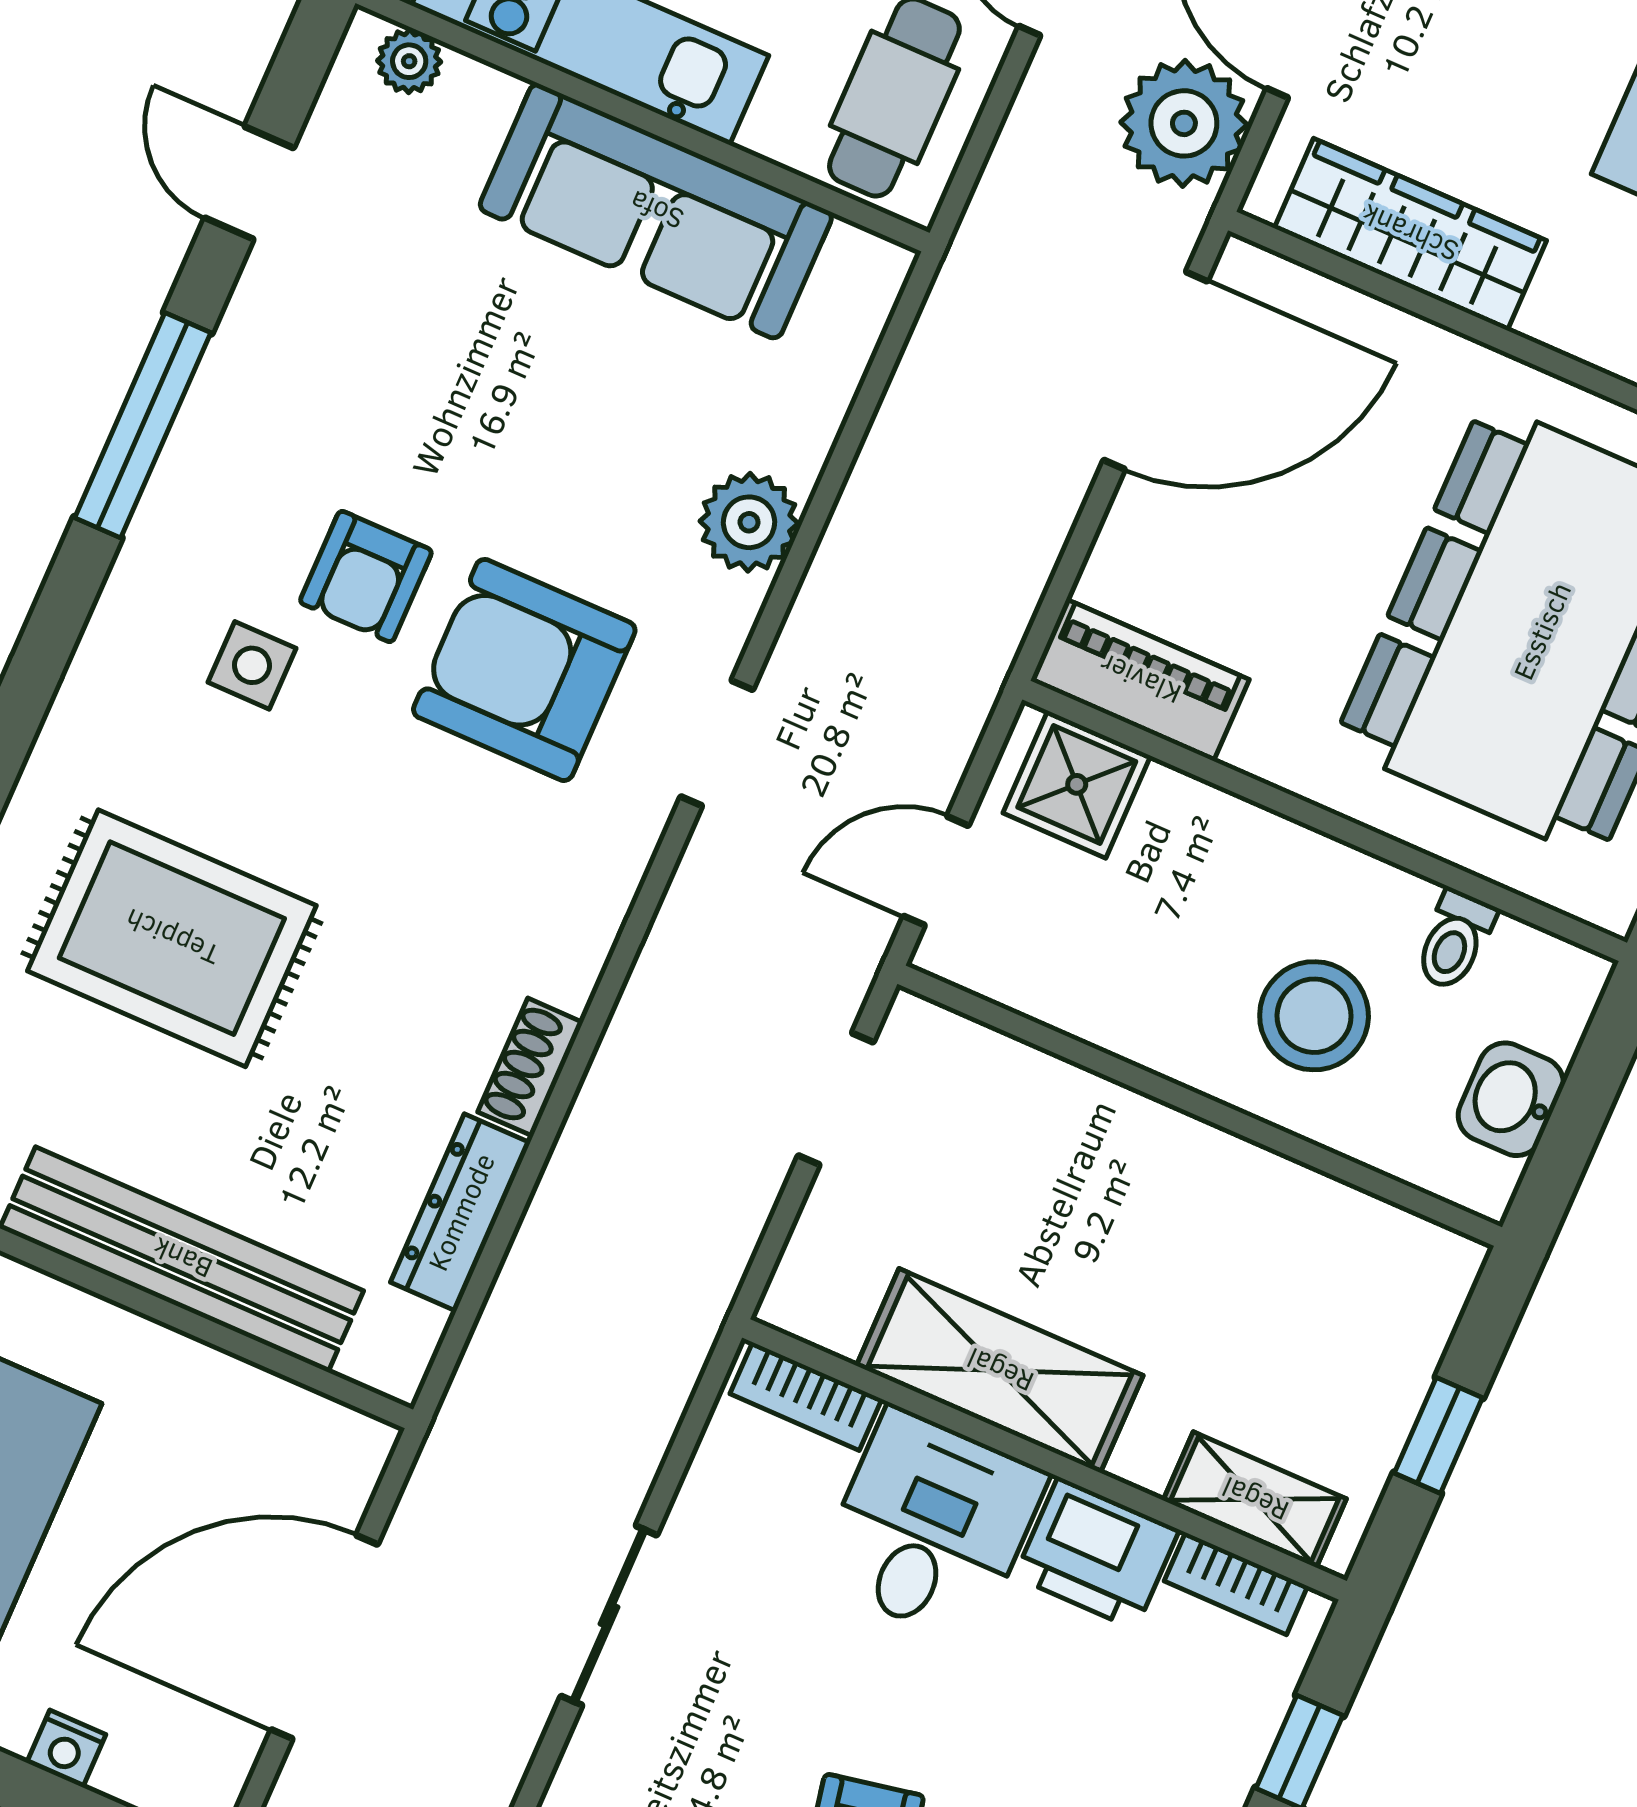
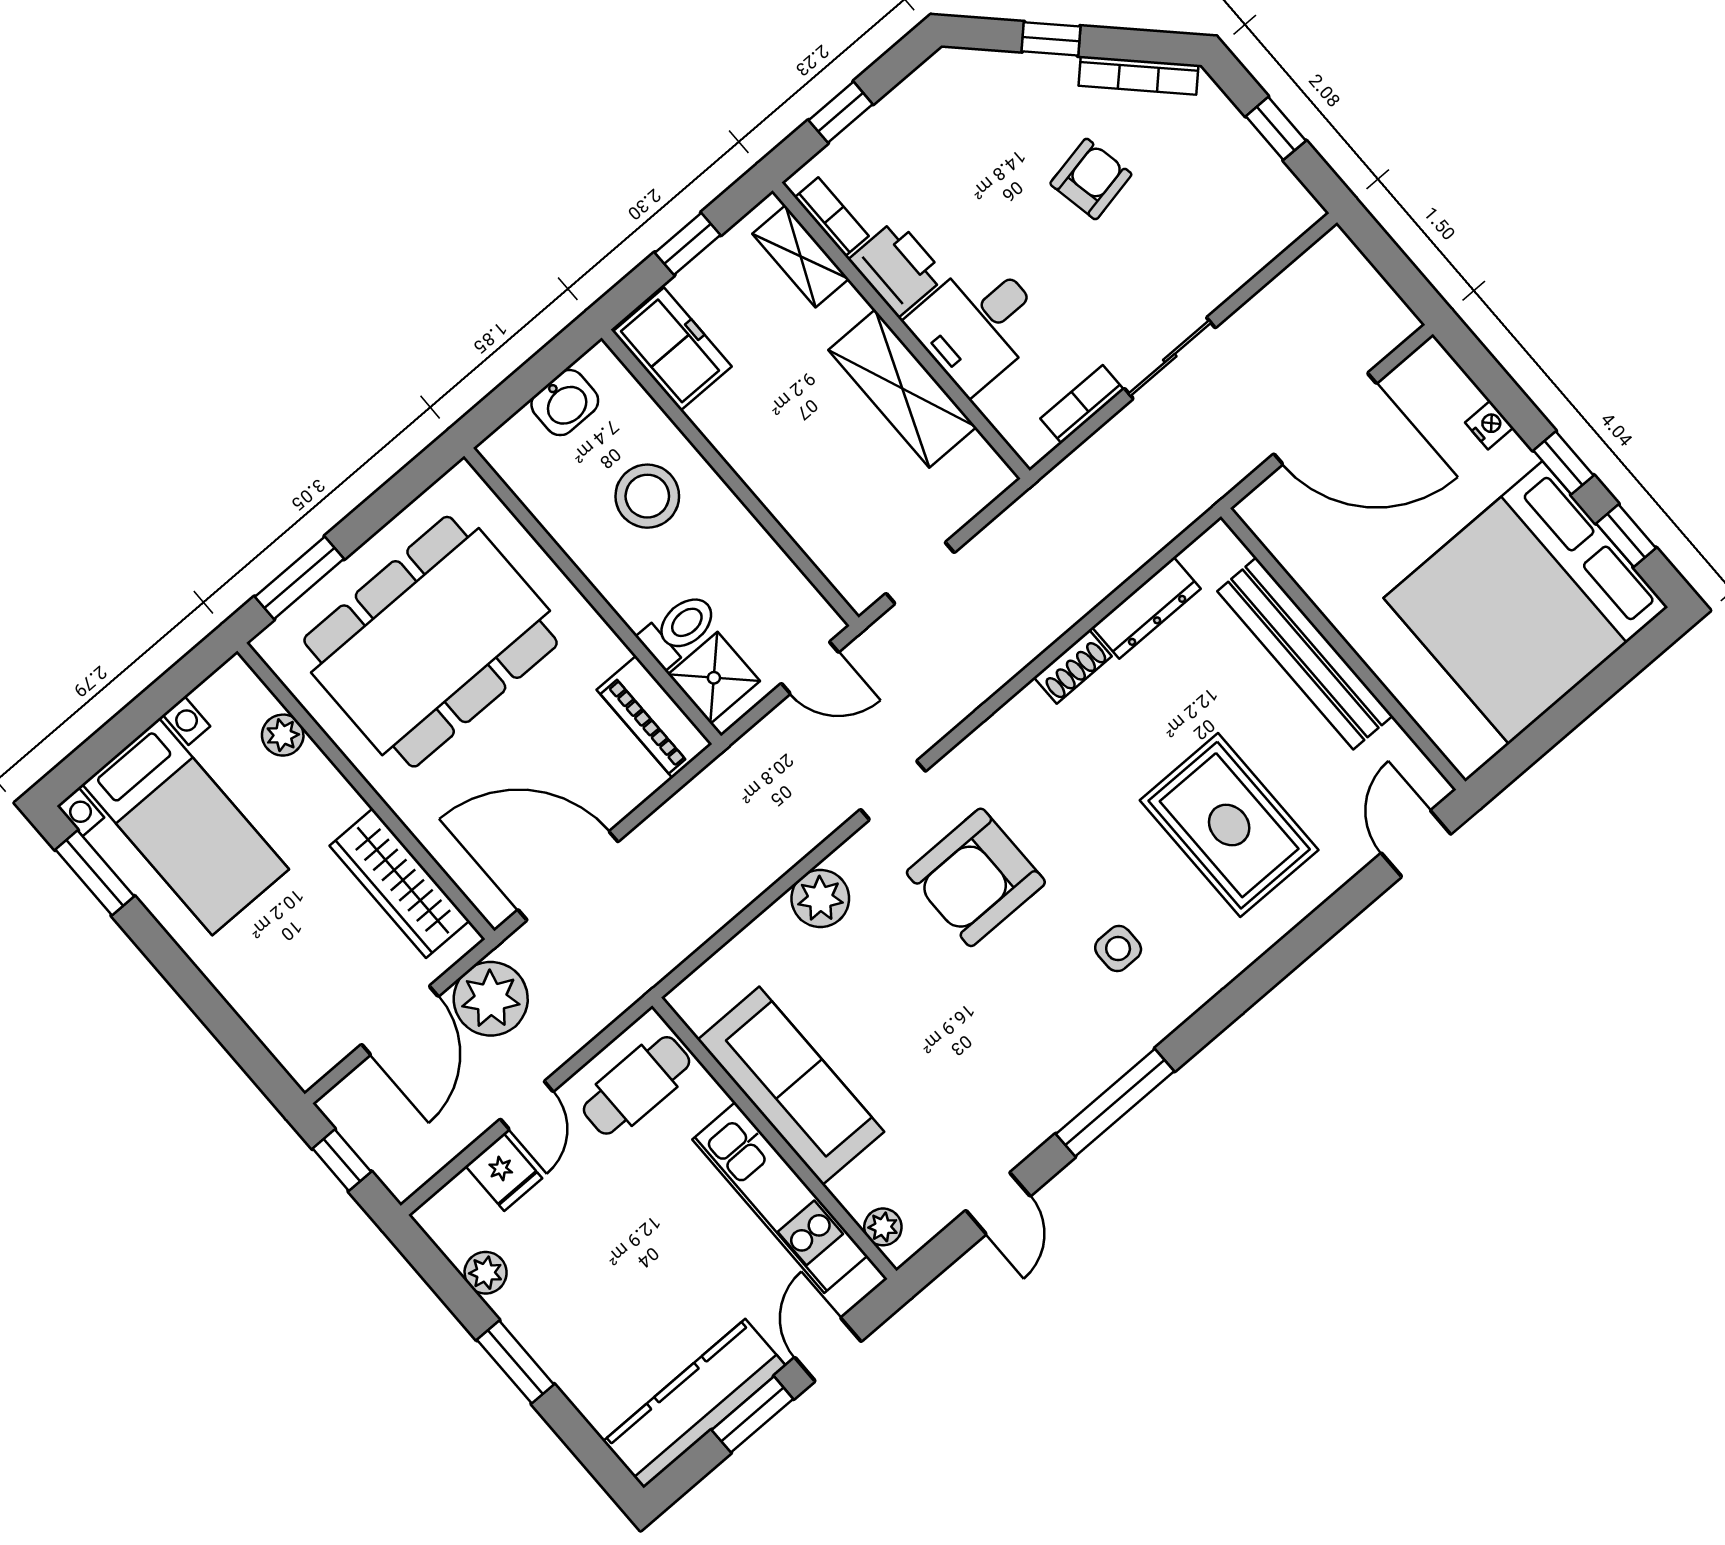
armchair: (366, 577) -> (1036, 967), removed
armchair: (524, 670) -> (976, 877), turned 90
toilet: (1455, 940) -> (679, 629), moved, width x1.37, depth x1.39
freezer: (1385, 1261) -> (672, 349), added
bookcase: (806, 1396) -> (1082, 404), moved, turned -90

